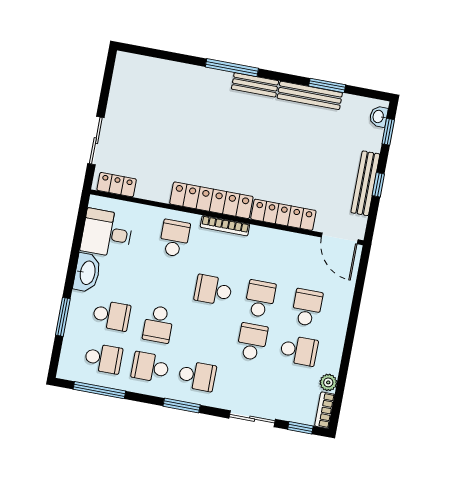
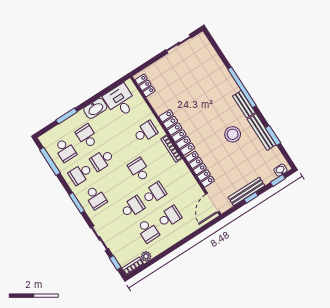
window: (232, 68) -> (242, 87), width x1.46
stool: (279, 134) -> (233, 134), added
sliding door: (96, 141) -> (179, 44), moved
school desk: (111, 315) -> (87, 136), turned 180
school desk: (150, 367) -> (80, 174), turned -90

